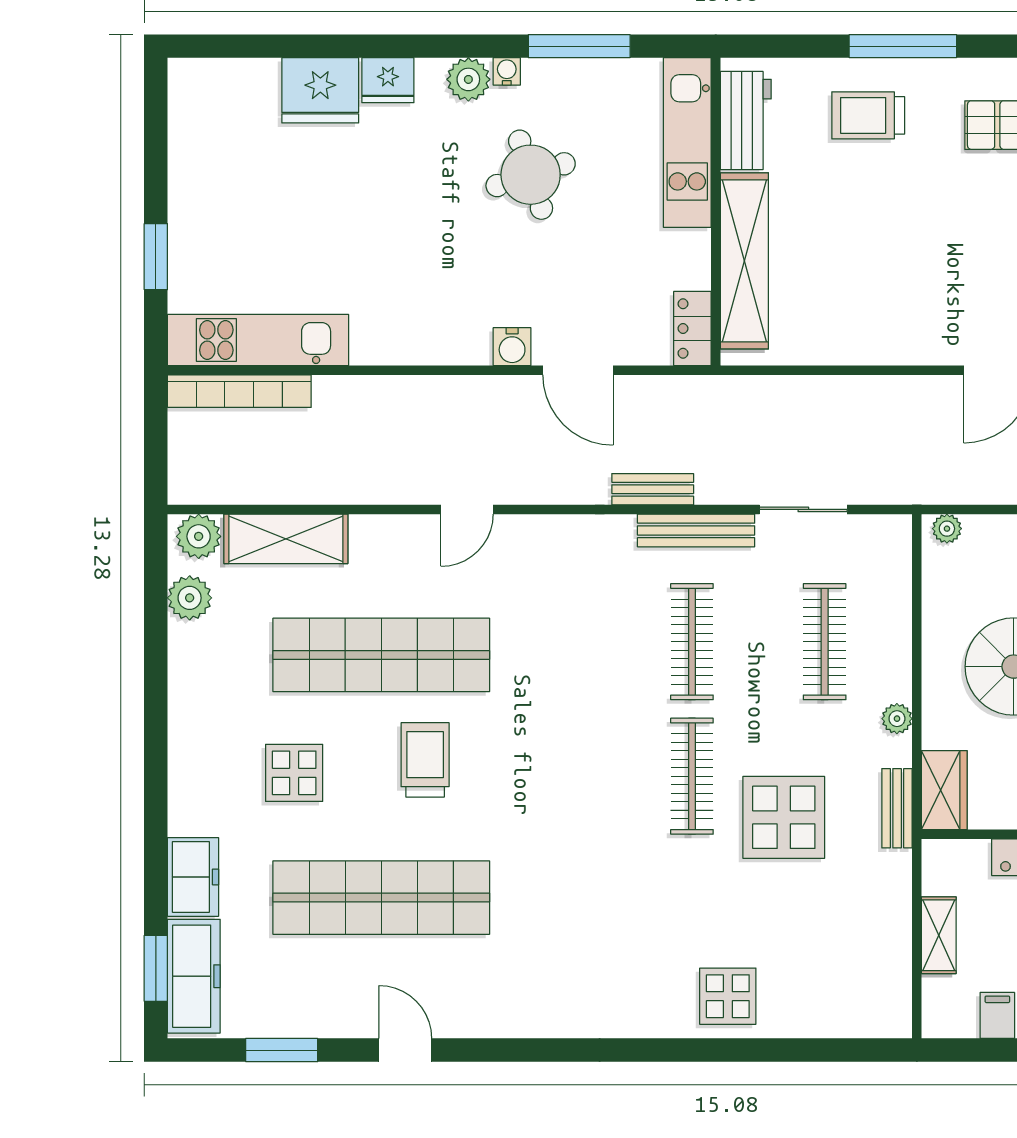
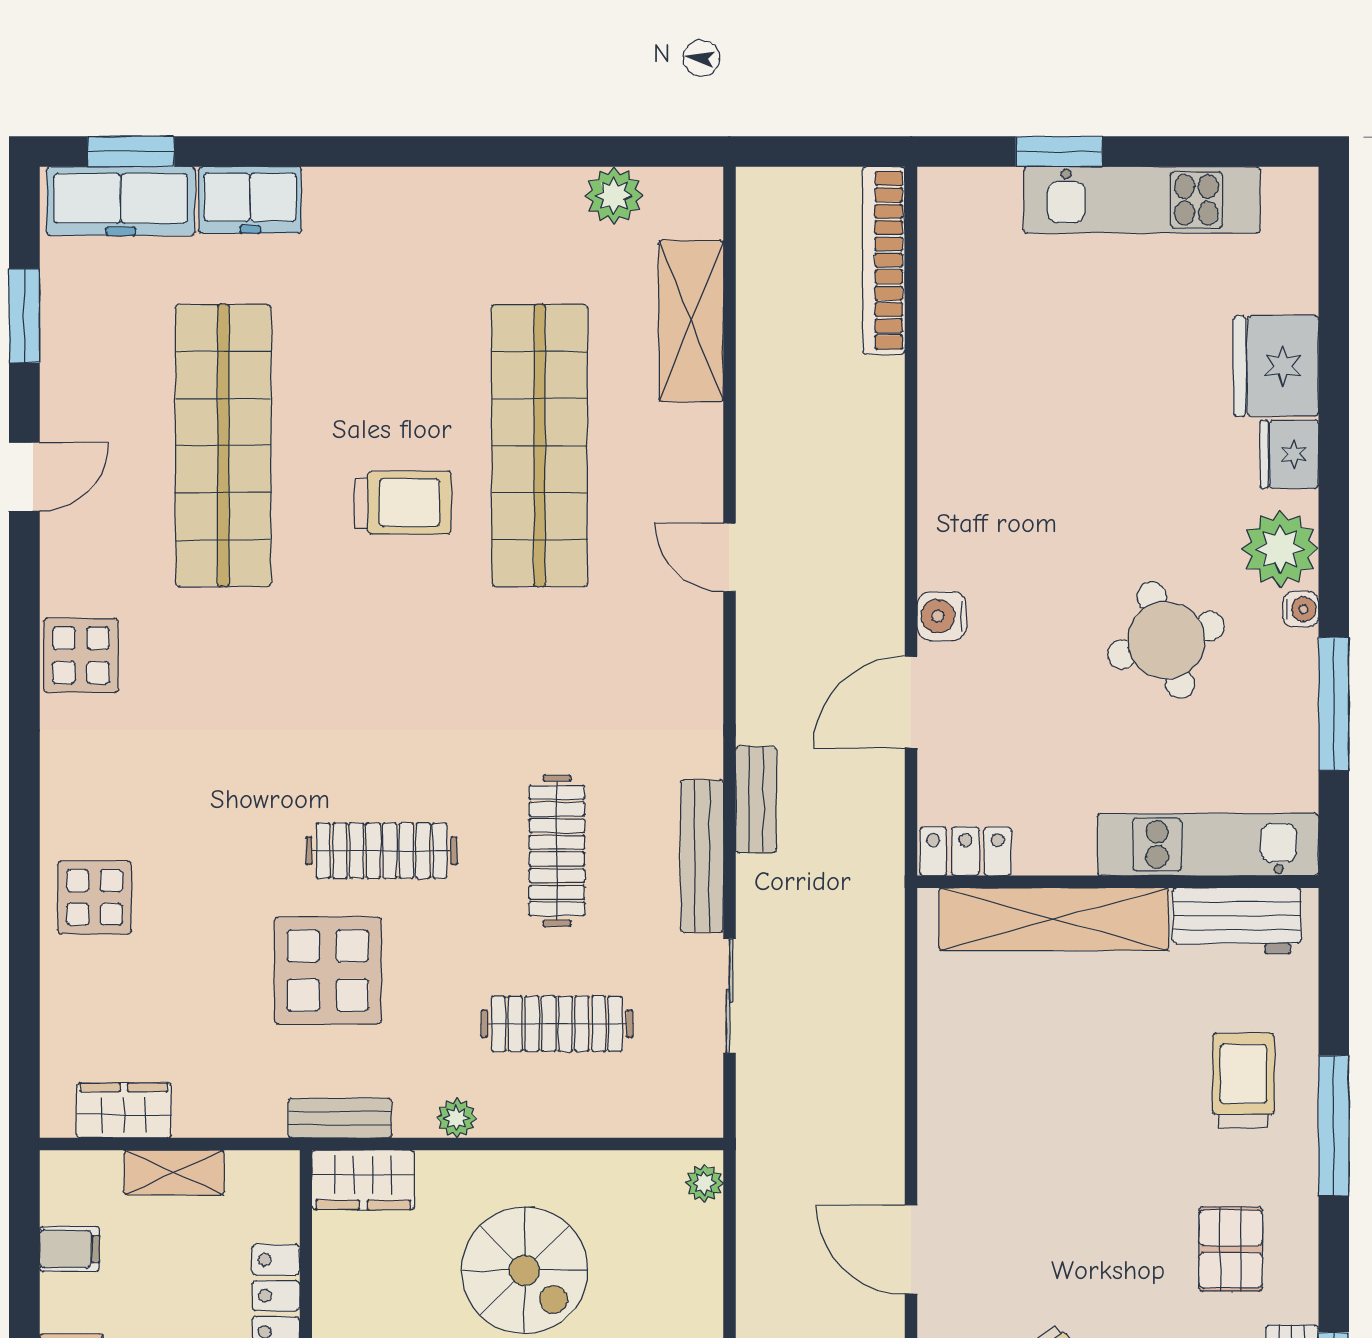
plant: (468, 79) -> (1280, 549), width x1.36, depth x1.36
kitchen unit: (258, 340) -> (1142, 200), moved, turned 90
plant: (199, 536) -> (694, 207), removed
clothes rail: (692, 642) -> (557, 851), turned 90
display table: (294, 773) -> (81, 655), moved
wardrobe: (891, 974) -> (124, 1110), added

